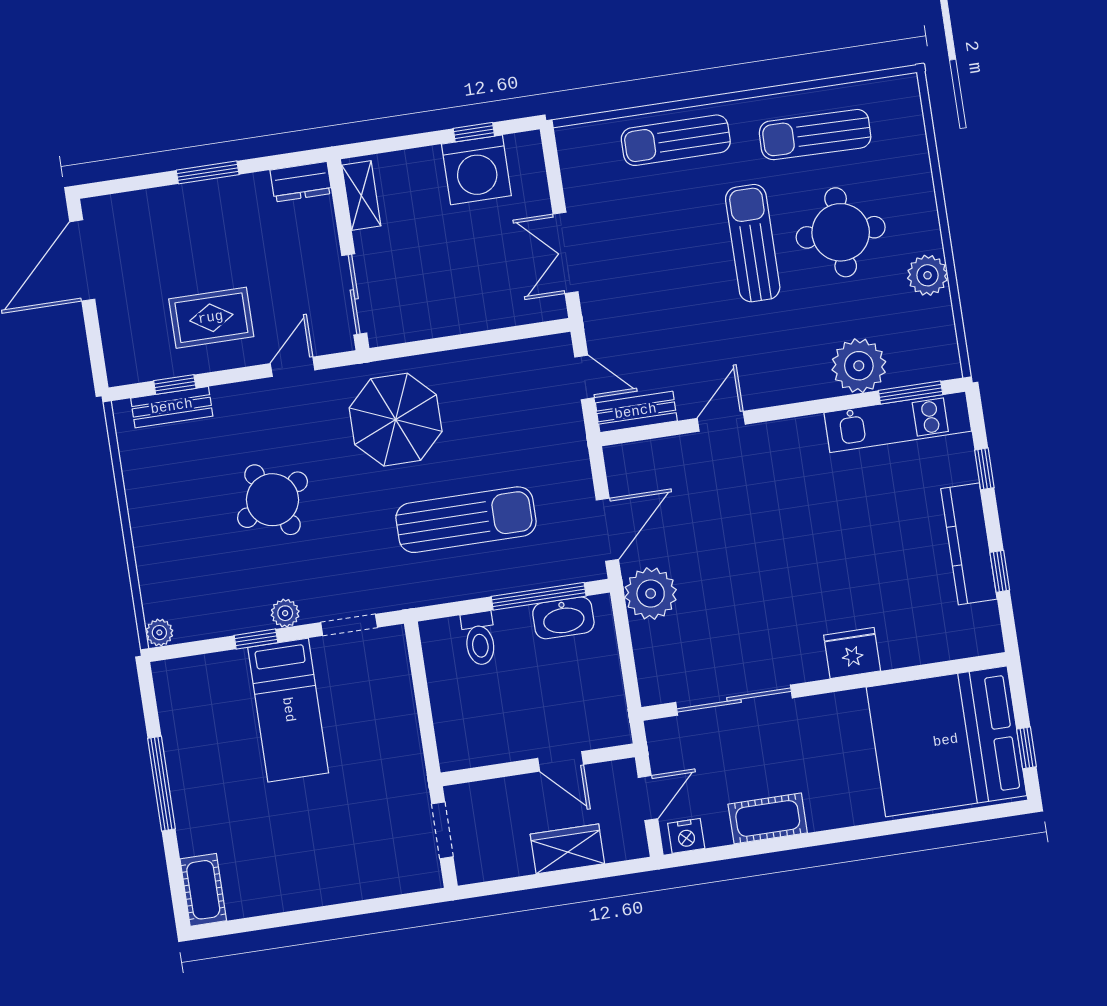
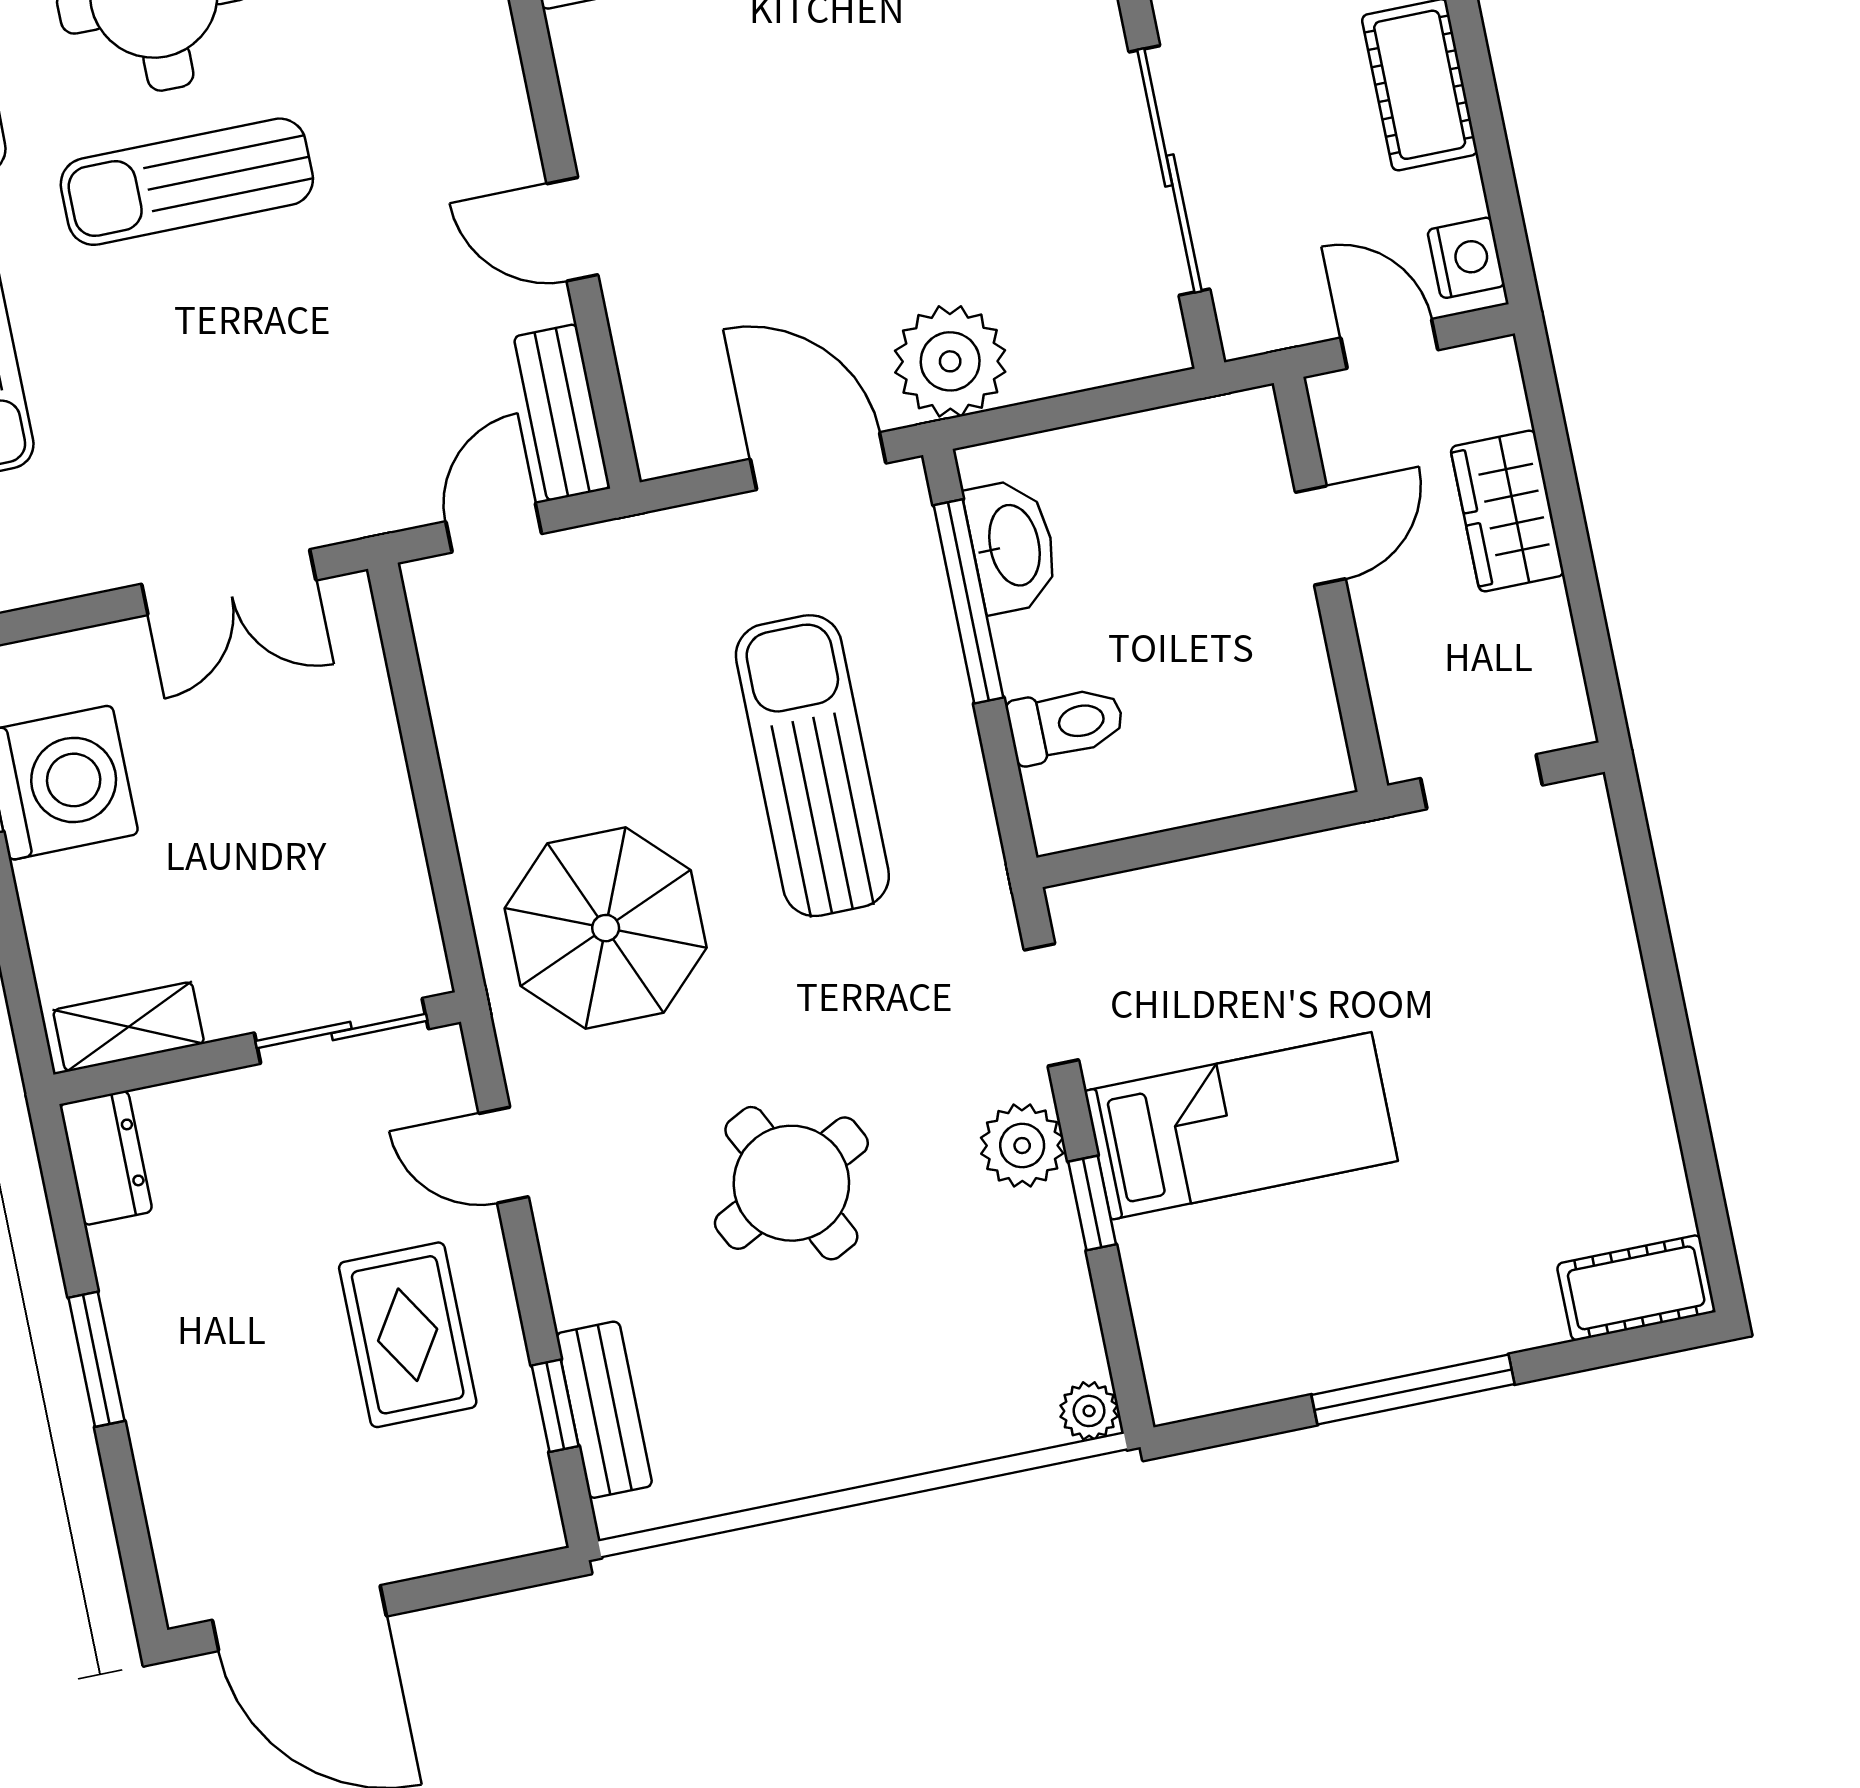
plant: (285, 613) -> (1022, 1146), width x1.38, depth x1.38

